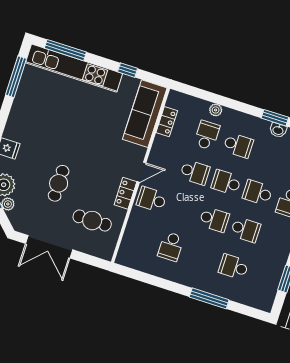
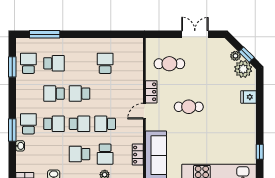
window: (16, 77) -> (260, 152), width x0.46
cafe table: (59, 183) -> (189, 107), moved, turned 90
school desk: (151, 199) -> (28, 63), moved, turned -90
double door: (49, 247) -> (195, 34), width x0.73
window: (209, 298) -> (45, 34), moved

